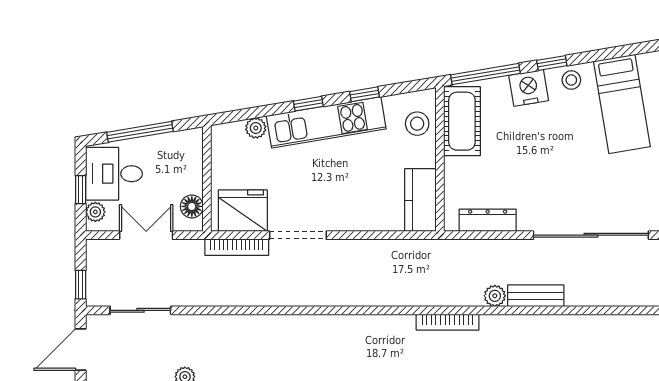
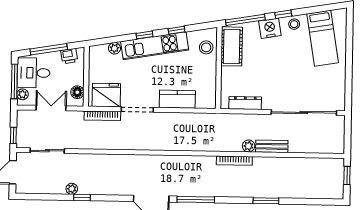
printer: (176, 143) -> (69, 56), added
window: (81, 190) -> (14, 81), width x2.17
kitchen counter: (420, 200) -> (177, 99), moved, turned 90
bookcase: (447, 322) -> (234, 161), moved

